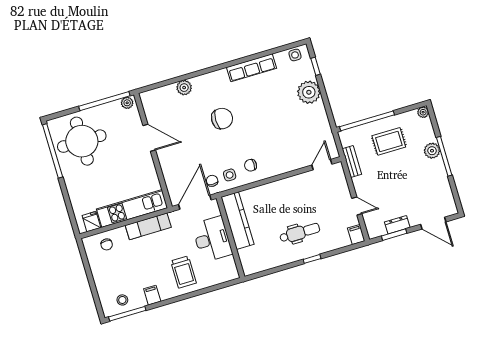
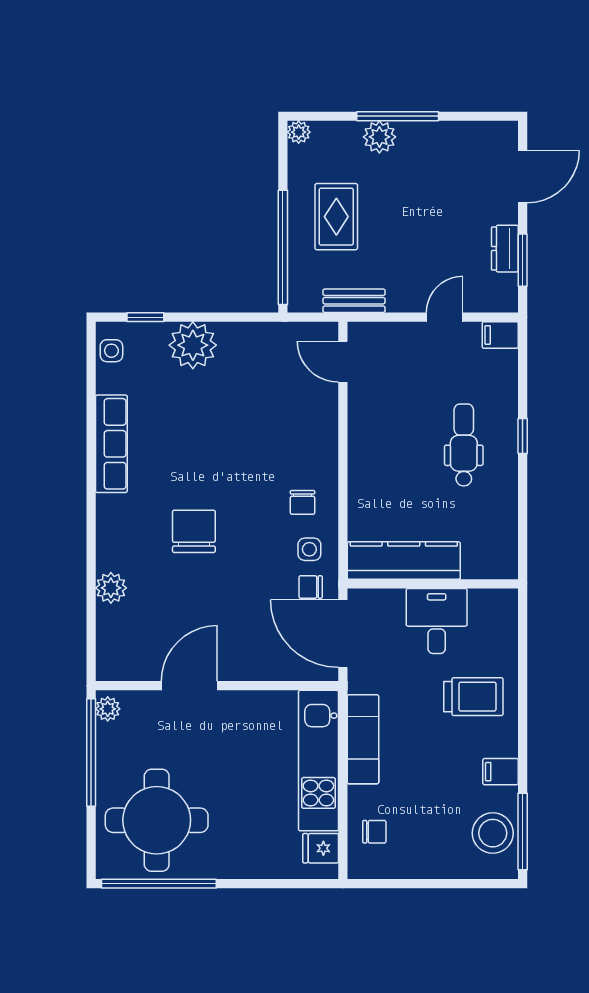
desk: (212, 239) -> (437, 621), width x0.73
stool: (122, 300) -> (493, 833), width x1.89, depth x1.89

